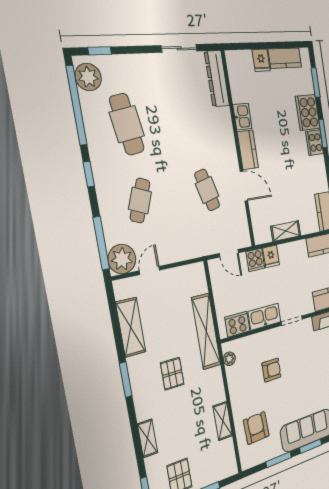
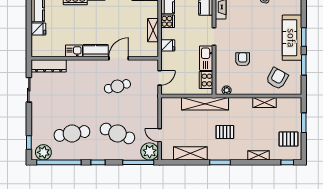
cafe table: (140, 201) -> (117, 133), width x1.37, depth x1.35
cooker: (255, 260) -> (168, 21), moved
armchair: (256, 428) -> (277, 78), turned 121

